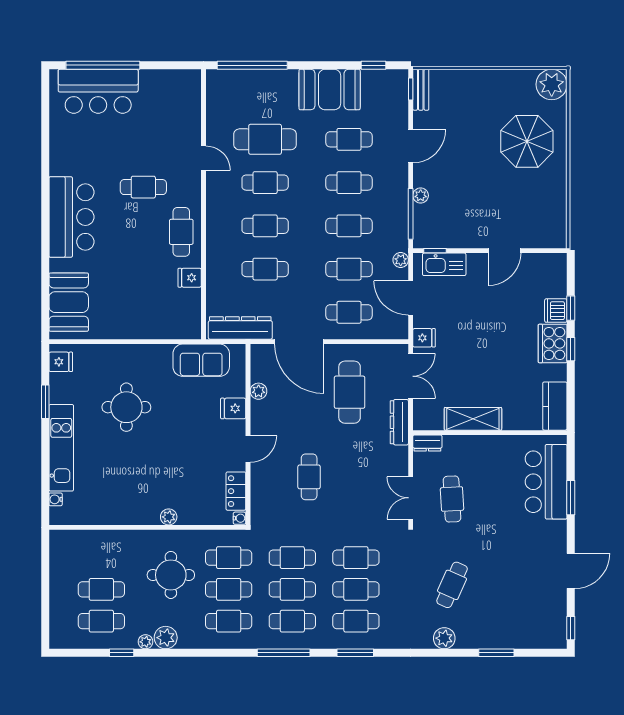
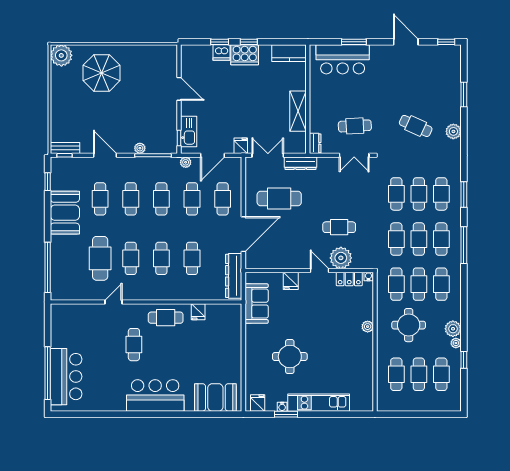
plant: (259, 391) -> (341, 258), moved, width x1.87, depth x1.87
water cooler: (56, 499) -> (282, 407), moved
cafe table: (101, 558) -> (396, 374), added

